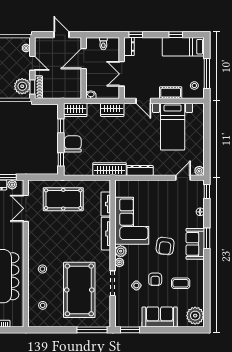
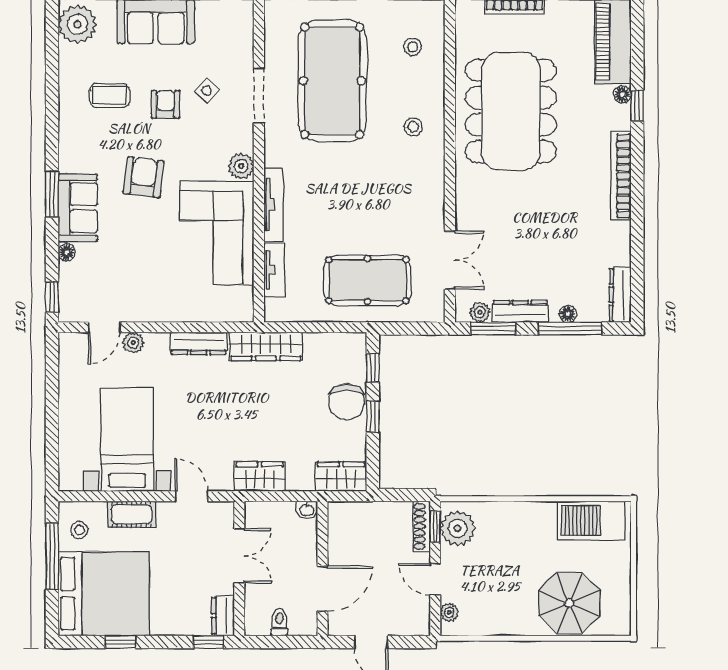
bed: (183, 47) -> (104, 594), width x2.04
window: (61, 126) -> (373, 417), moved
plant: (199, 171) -> (133, 343), moved
sofa: (195, 244) -> (78, 208), moved
plant: (119, 262) -> (244, 141), removed

